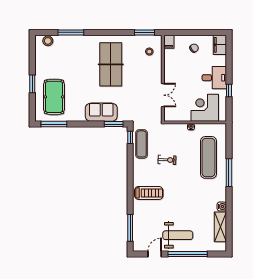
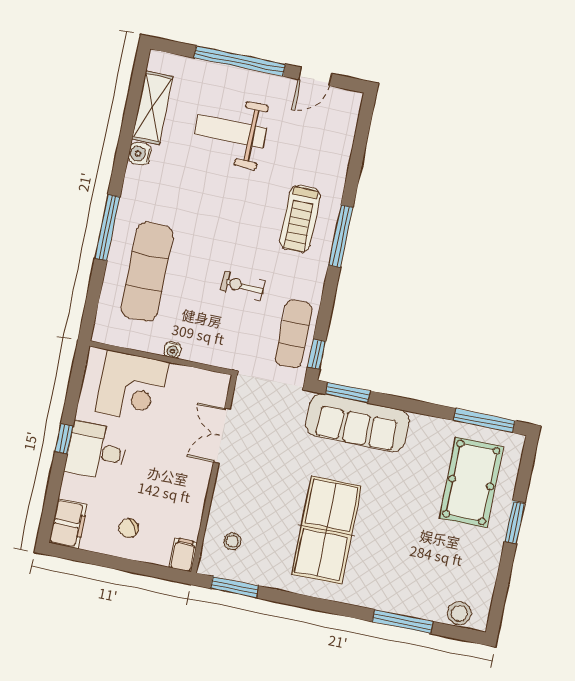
window: (229, 91) -> (64, 439), moved
sofa: (101, 112) -> (357, 423), width x1.36
treadmill: (149, 193) -> (300, 219), turned -90
window: (130, 228) -> (341, 236), moved
weight bench: (178, 235) -> (231, 131), moved

